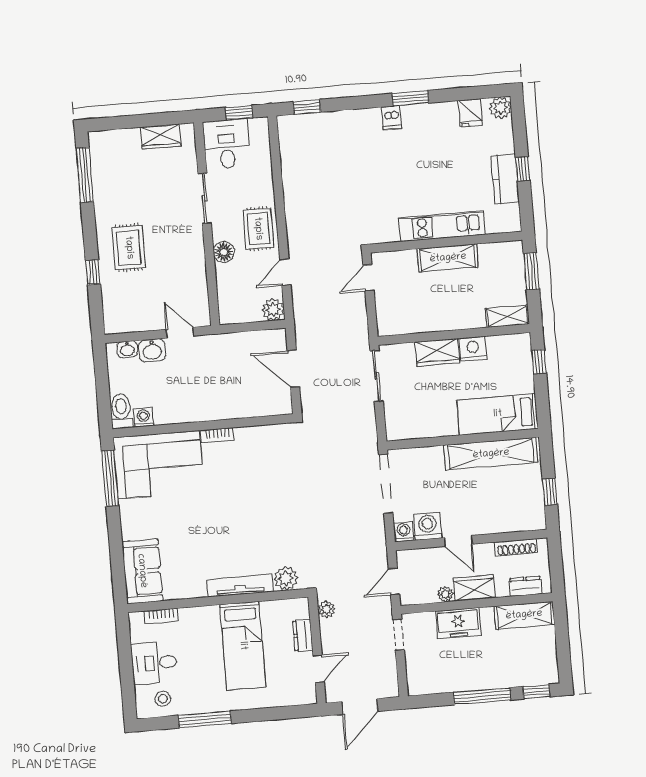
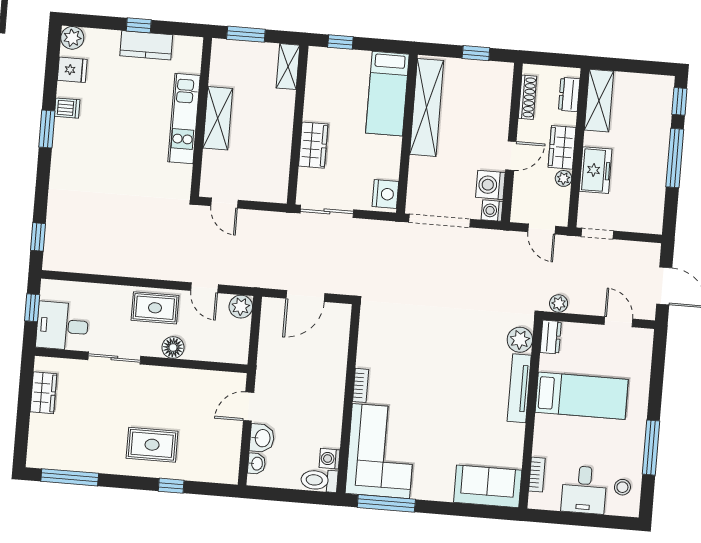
dishwasher: (392, 118) -> (67, 108), moved
nightstand: (473, 349) -> (385, 194), moved, turned 180
dresser: (303, 635) -> (551, 337), moved, turned -90

